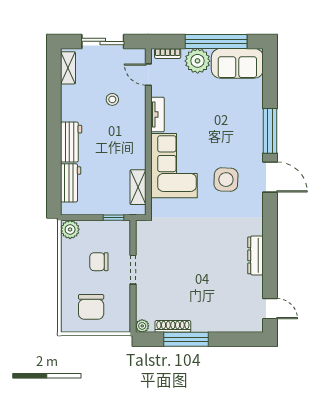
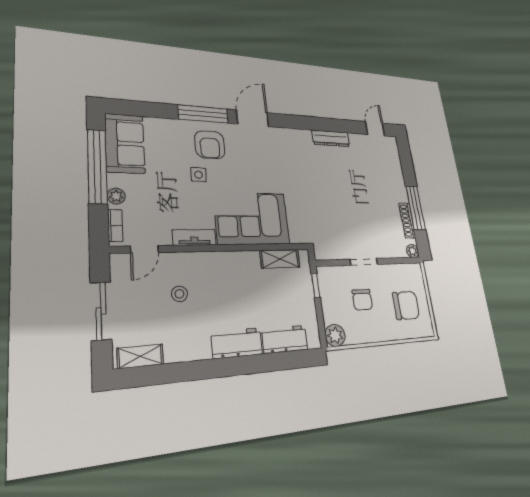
plant: (198, 61) -> (116, 196), width x0.53, depth x0.53
armchair: (241, 134) -> (210, 145), added
side table: (226, 180) -> (198, 175), moved, width x0.54, depth x0.54

